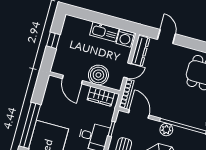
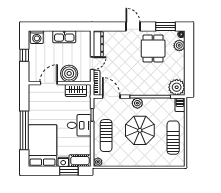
door: (166, 37) -> (133, 27), moved
washing machine: (125, 38) -> (37, 37), moved
door: (72, 80) -> (49, 83), swing flipped

